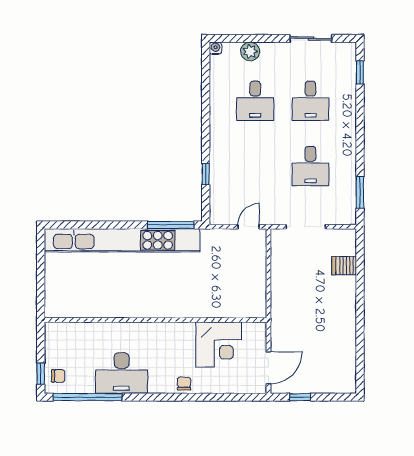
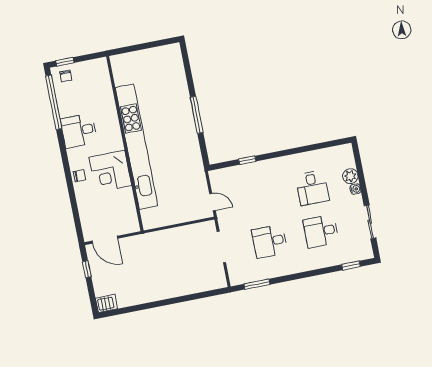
water cooler: (215, 48) -> (356, 189), moved
desk: (255, 101) -> (312, 188), turned -90
window: (171, 225) -> (197, 115), moved
kitchen unit: (122, 240) -> (136, 147), moved, turned 180
server rack: (344, 266) -> (106, 304), moved, turned 90
corner desk: (219, 345) -> (110, 171), moved
desk: (122, 373) -> (79, 131), width x0.73

